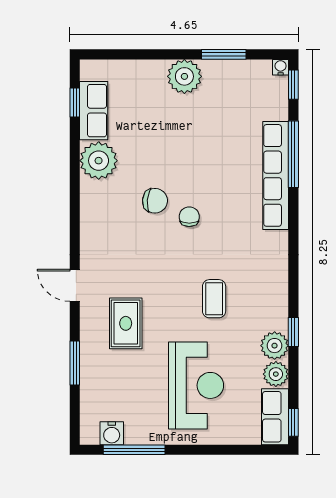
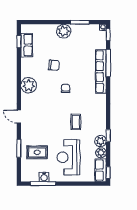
plant: (99, 161) -> (29, 85), moved
chair: (155, 201) -> (54, 65), moved
rug: (126, 323) -> (37, 152), moved, turned 90
reception desk: (196, 385) -> (68, 157), turned 180
water cooler: (112, 433) -> (44, 177), moved

